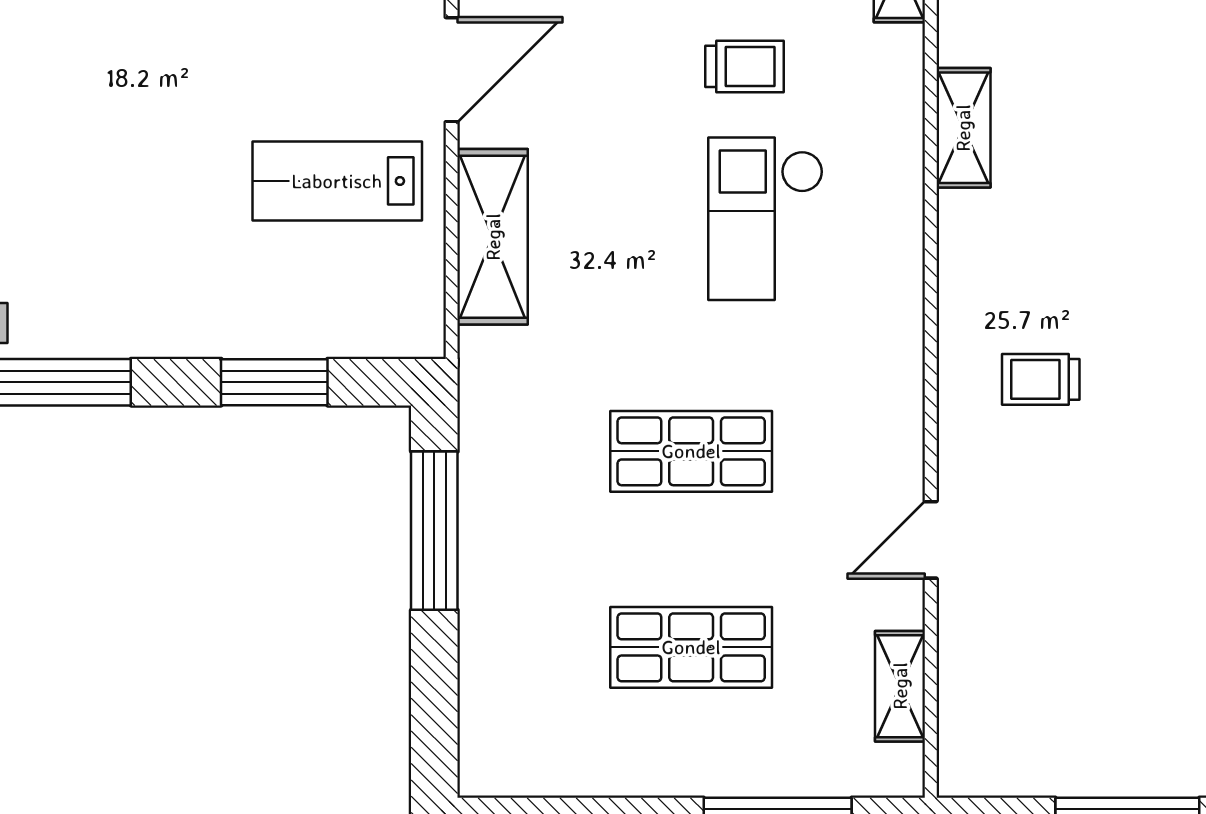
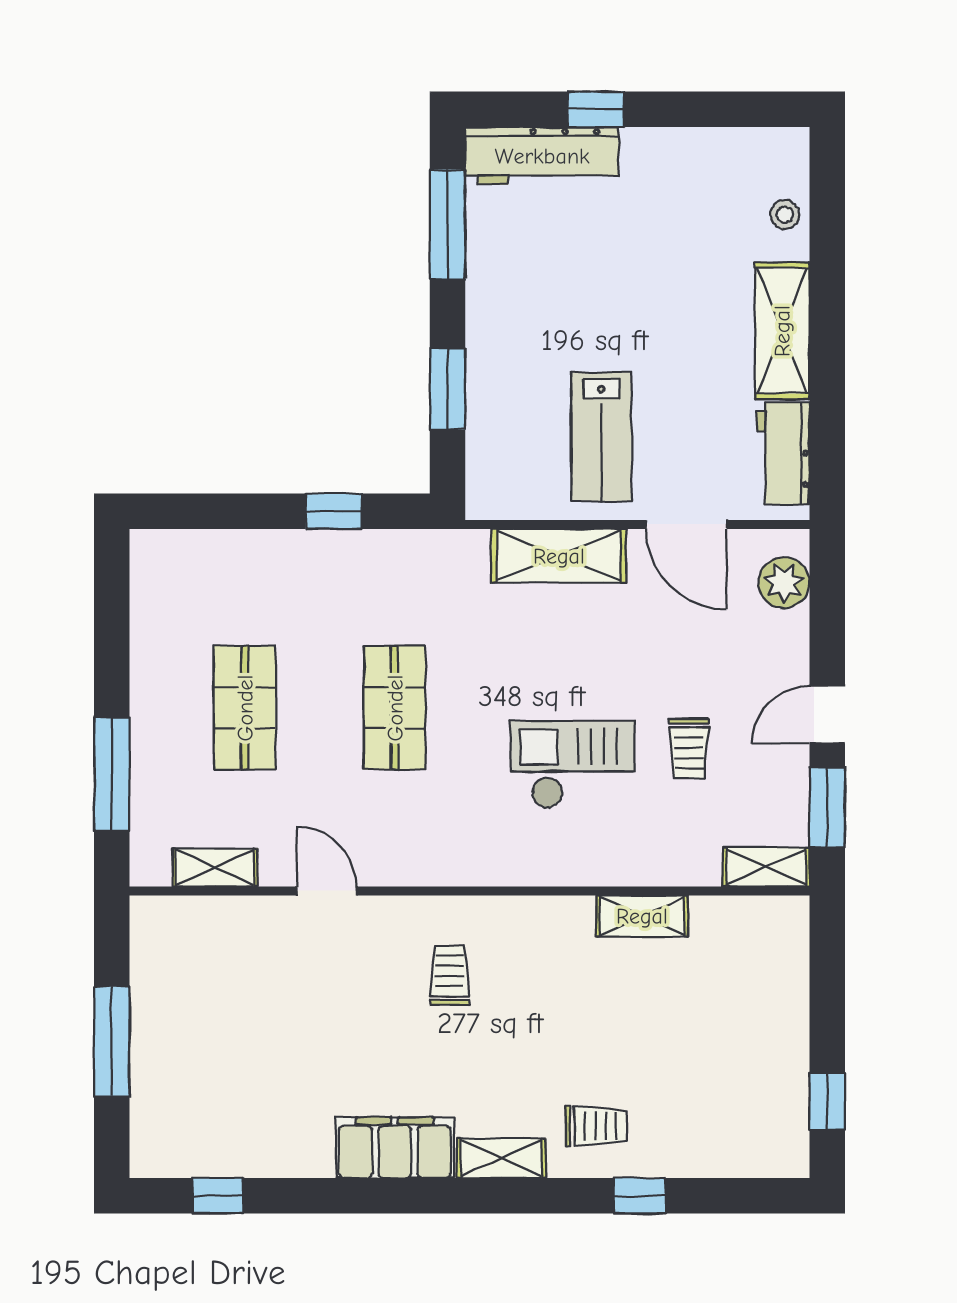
lab bench: (337, 181) -> (601, 437), turned 180
window: (434, 531) -> (334, 511), width x0.46

